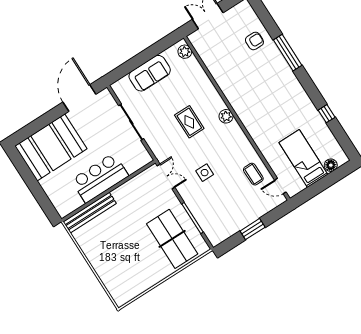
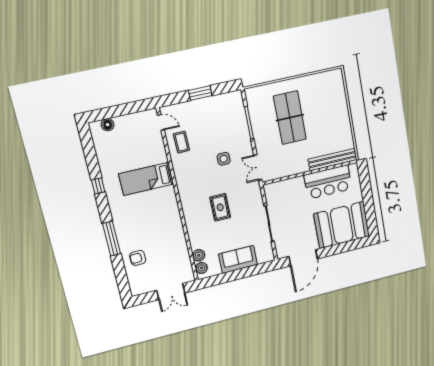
window: (327, 114) -> (98, 186), moved
plant: (226, 116) -> (199, 255), moved
bed: (303, 158) -> (146, 179), moved, turned 90
bar counter: (100, 178) -> (328, 182), moved
table tennis table: (172, 239) -> (290, 118), moved

